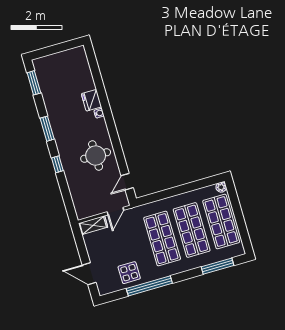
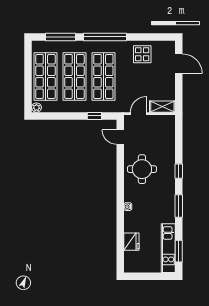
kitchen unit: (45, 83) -> (168, 248), added
fridge: (91, 100) -> (131, 242), moved
door: (127, 182) -> (120, 137), swing flipped
window: (160, 196) -> (94, 116), added
window: (149, 286) -> (105, 37), moved

